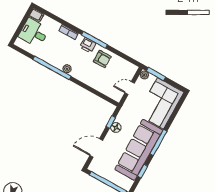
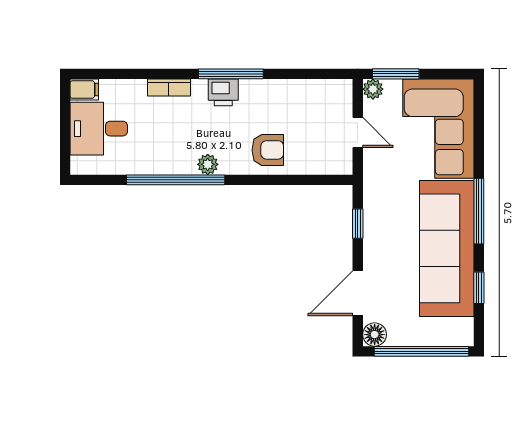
armchair: (102, 59) -> (268, 150), moved
door: (130, 88) -> (358, 132), swing flipped
floor lamp: (116, 128) -> (375, 335), moved

